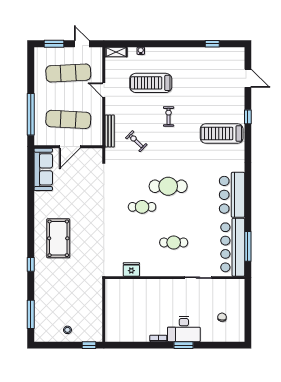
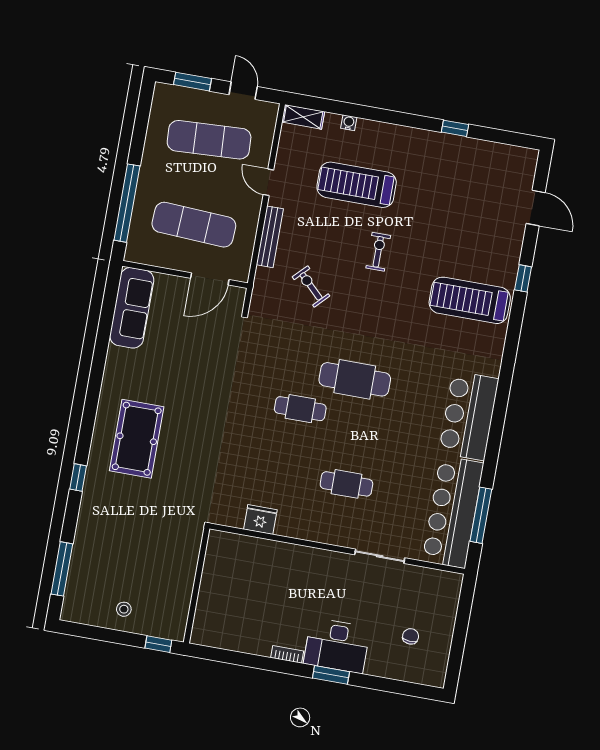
window: (212, 44) -> (455, 128), moved
bench: (110, 131) -> (270, 237), moved
door: (70, 147) -> (210, 279), moved

